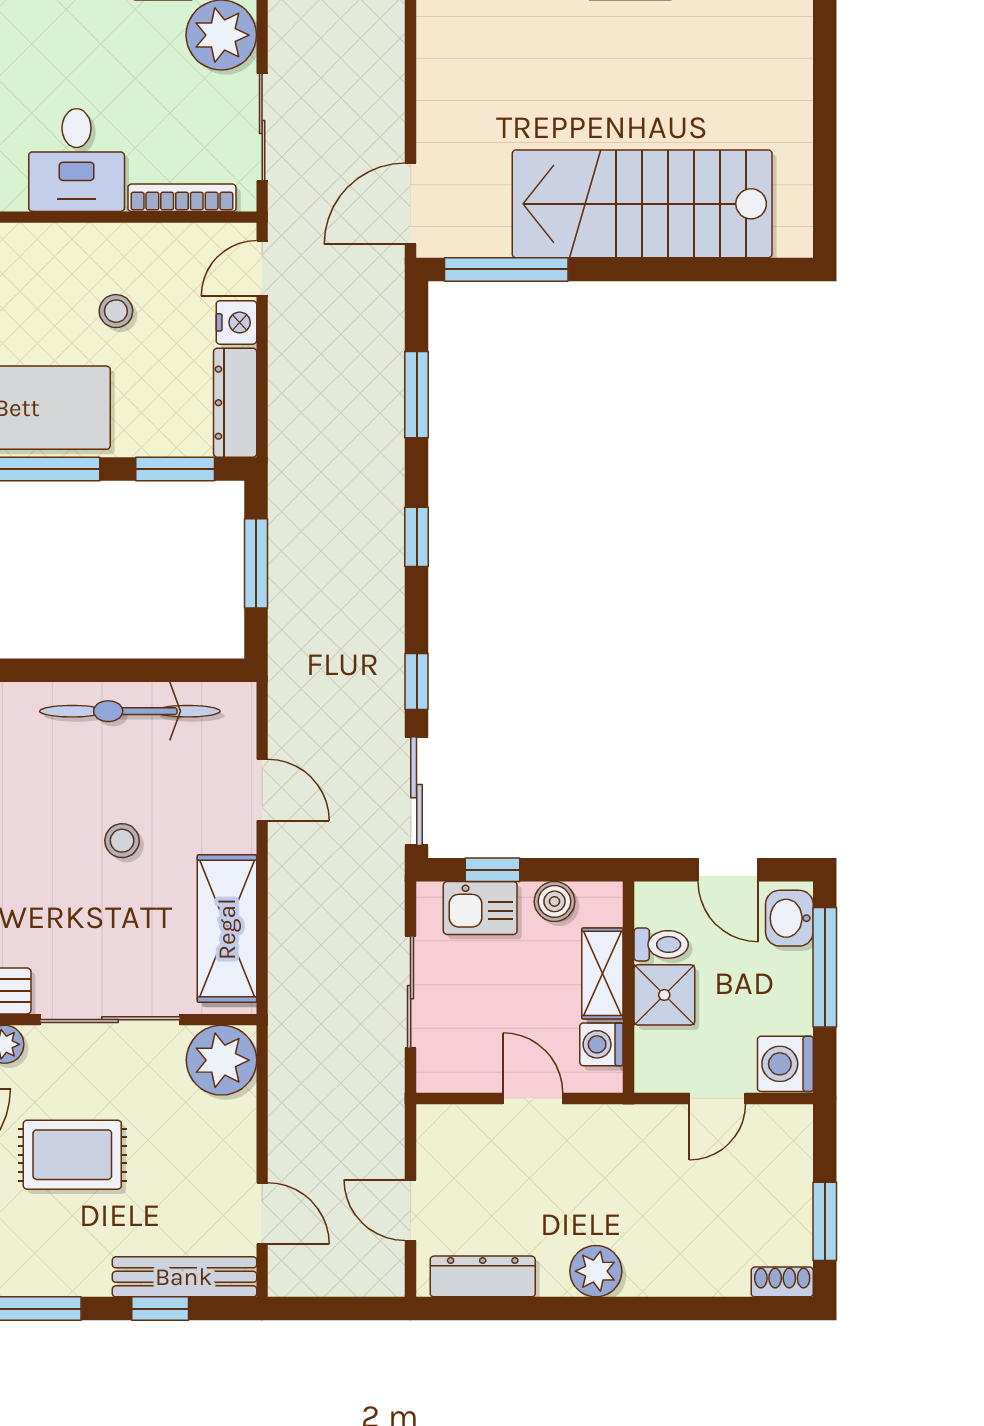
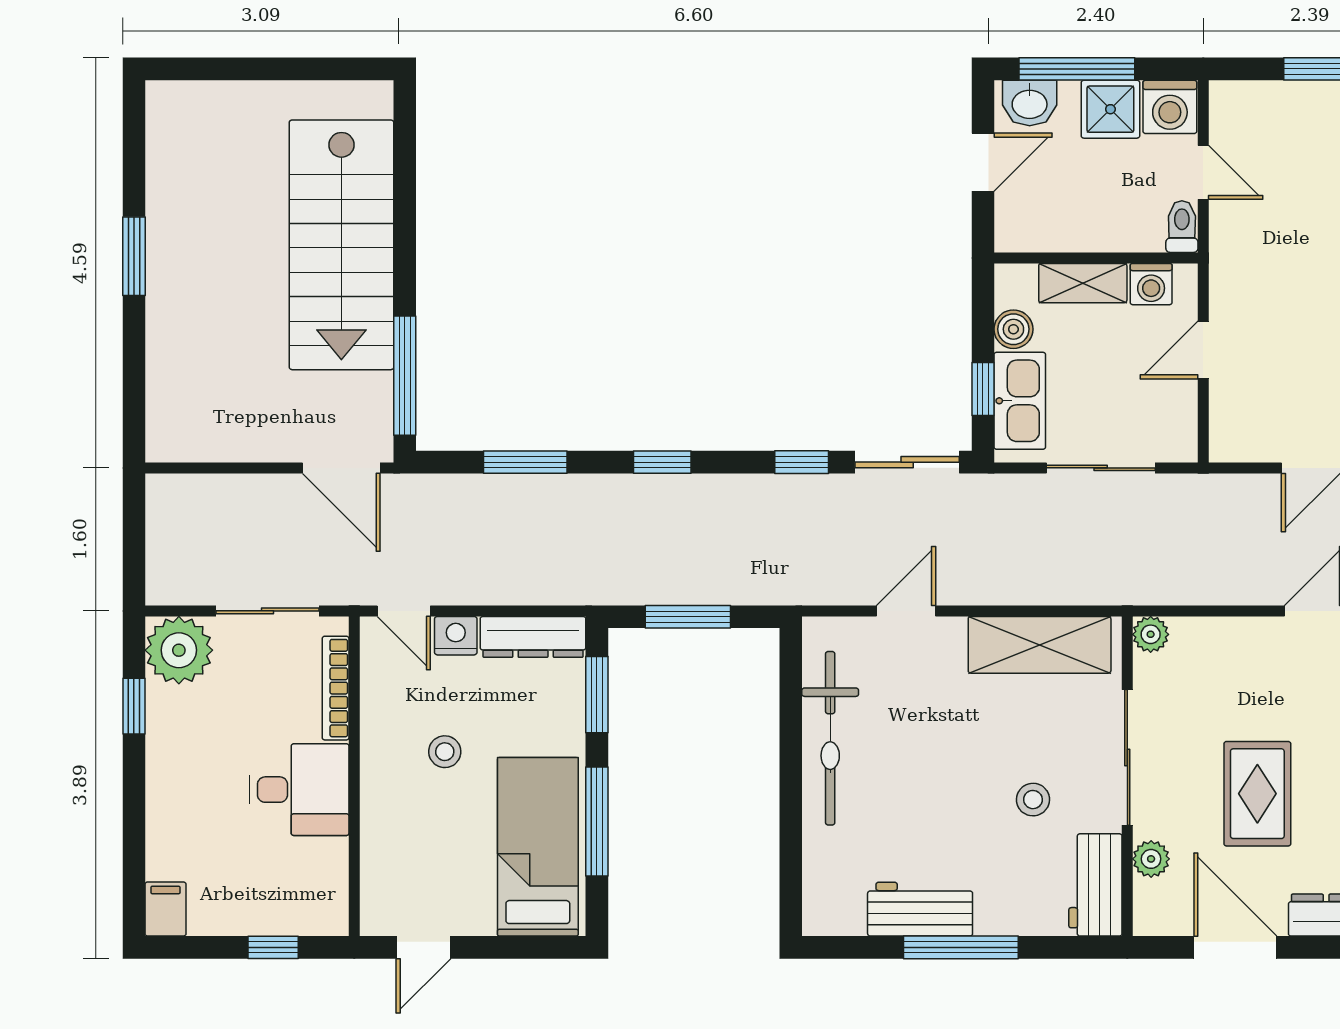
stool: (122, 841) -> (1033, 800), moved
kitchen sink: (480, 908) -> (1020, 401), width x1.38
toilet: (661, 944) -> (1182, 227), moved
shower: (664, 995) -> (1110, 109), moved
plant: (221, 1060) -> (1151, 634), width x0.53, depth x0.53

